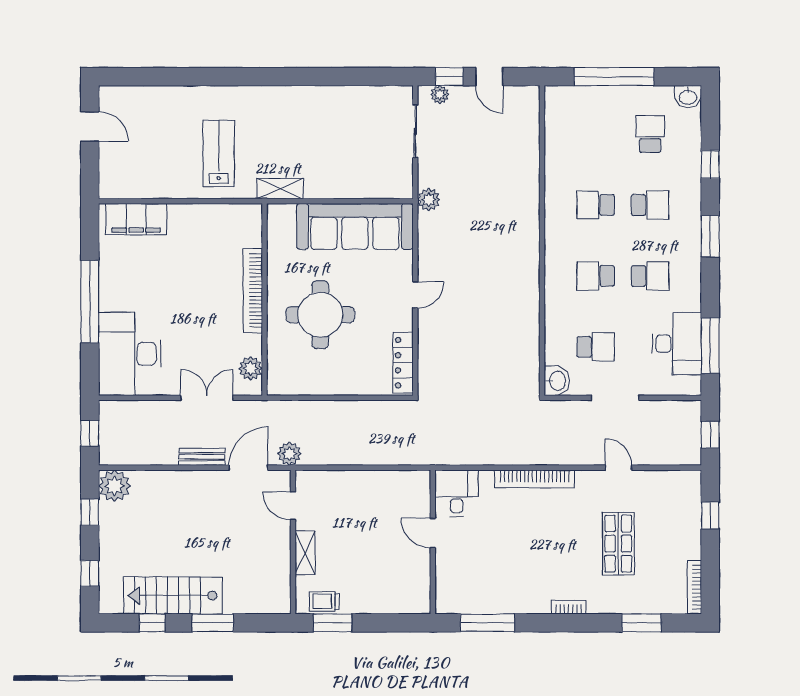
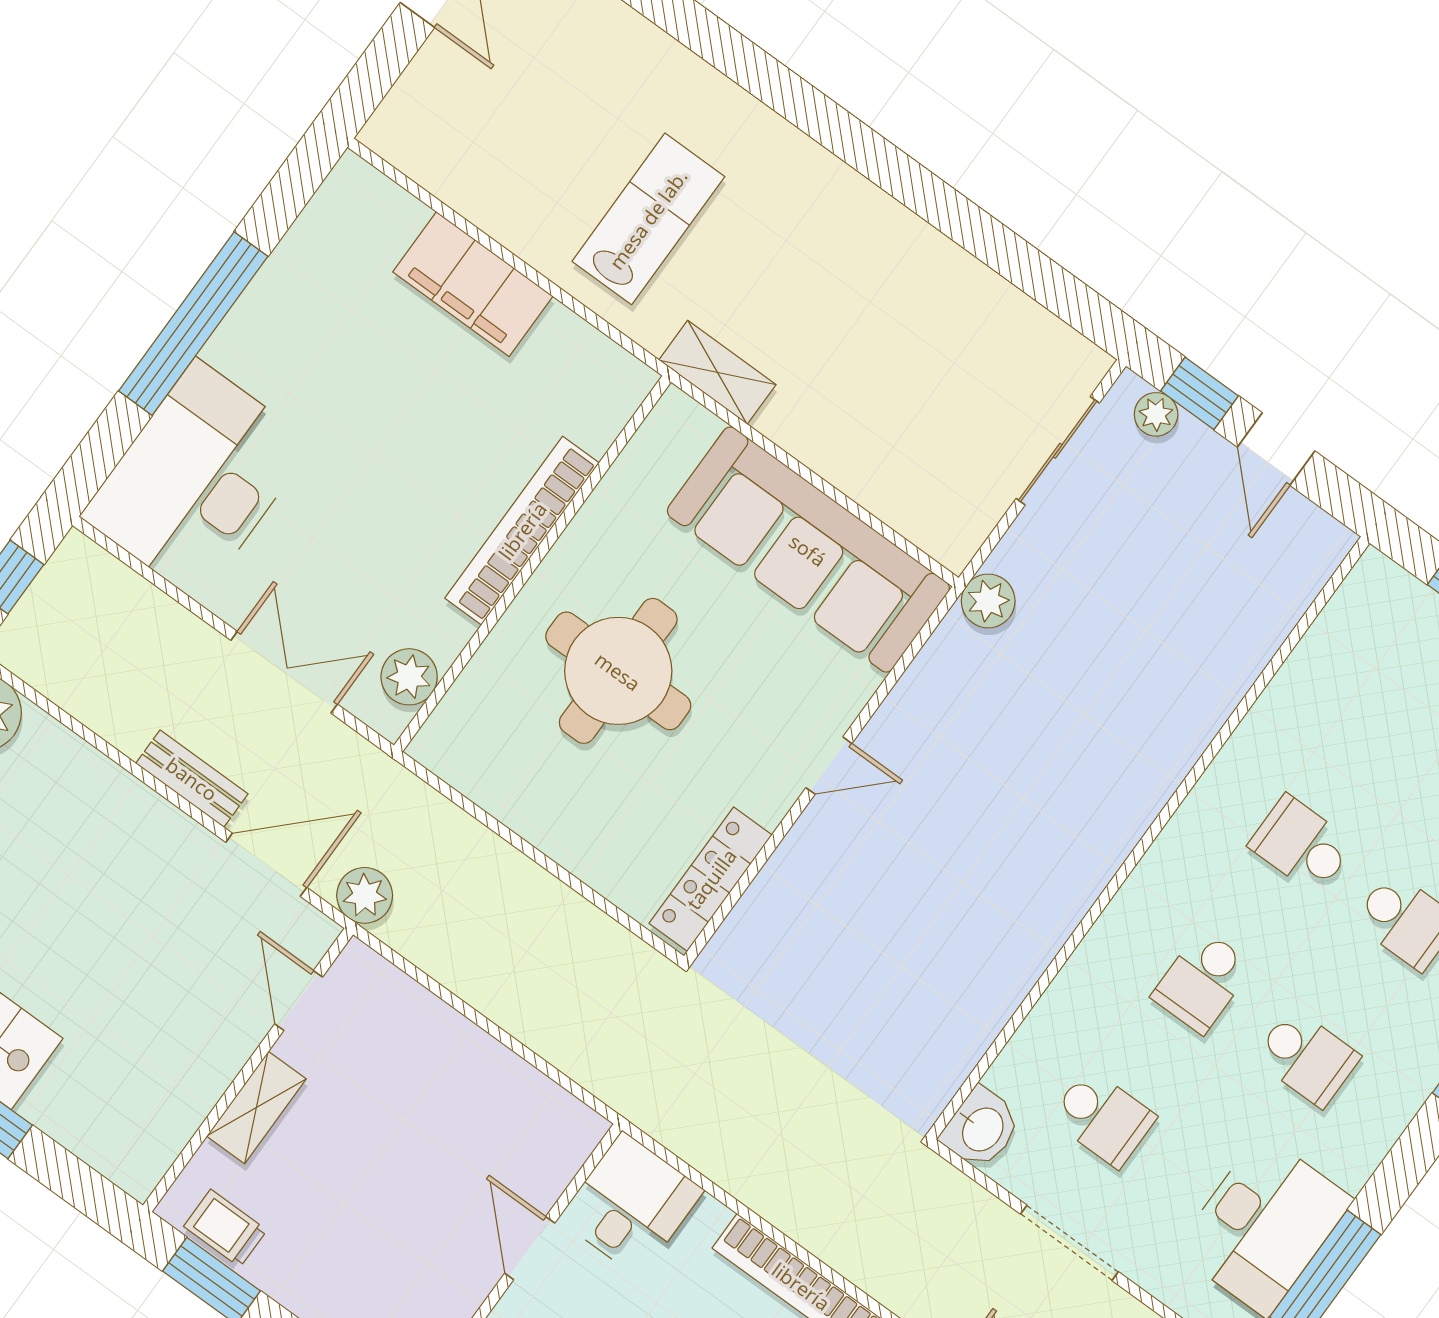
filing cabinet: (136, 219) -> (473, 284), moved
school desk: (596, 276) -> (1202, 981), turned -90

